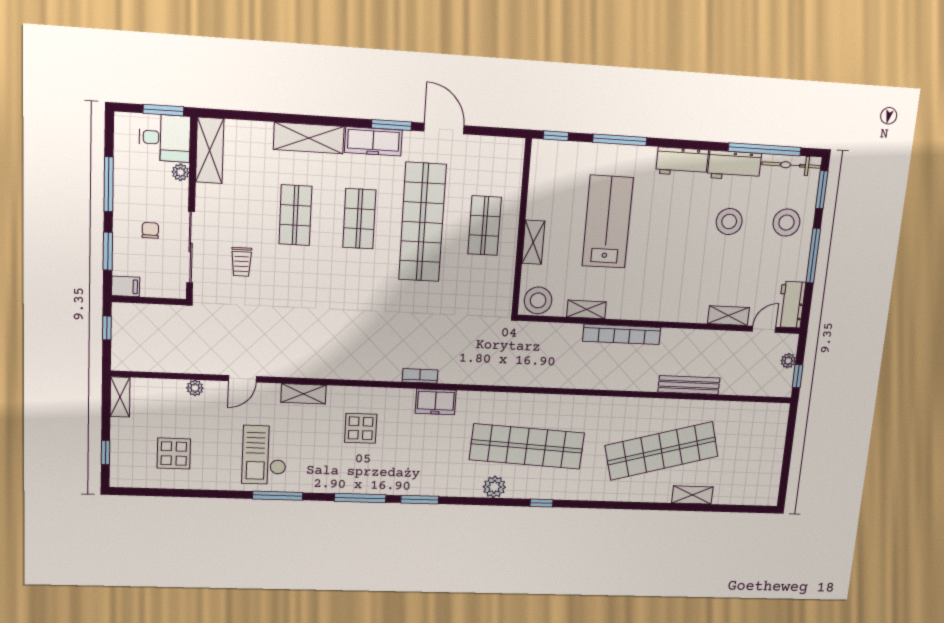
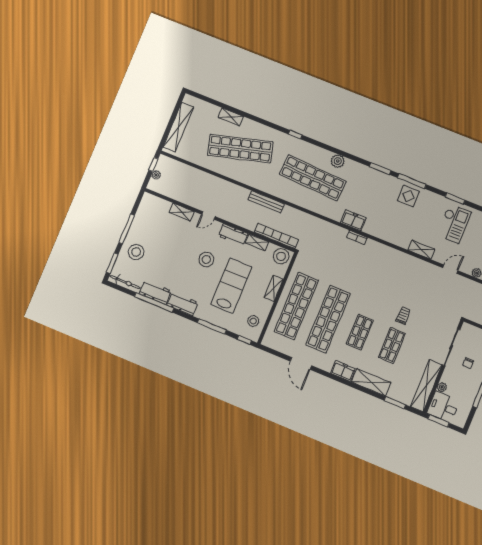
window: (392, 125) -> (395, 403), moved
freezer: (373, 141) -> (343, 371), width x0.71
window: (765, 149) -> (154, 302), moved
shelving: (210, 150) -> (426, 386), width x1.47
stool: (551, 174) -> (253, 321), added
lab bench: (608, 222) -> (231, 286), turned 180
stool: (729, 222) -> (206, 260), moved
shop shelf: (485, 226) -> (296, 306), width x2.00, depth x1.36
trolley: (241, 262) -> (403, 315), moved
workbench: (791, 305) -> (233, 235), moved, turned 90
door: (764, 329) -> (208, 215), moved
bookcase: (622, 334) -> (276, 236), moved
bench: (689, 385) -> (266, 202), moved
display table: (361, 428) -> (408, 196), moved
shelving: (773, 449) -> (178, 127), added
window: (278, 496) -> (455, 198), width x0.69
window: (541, 503) -> (295, 135), moved

